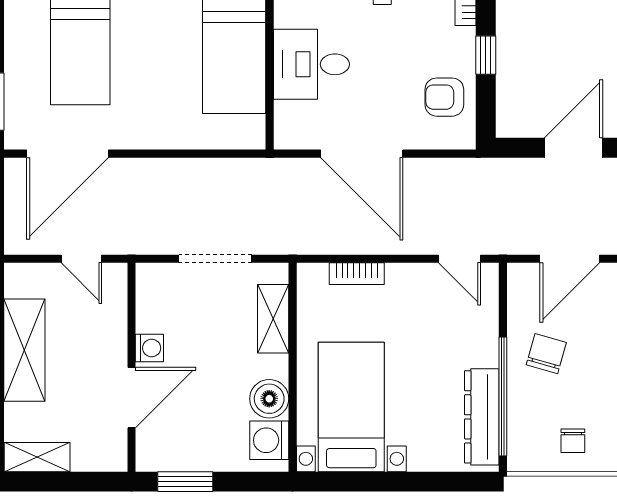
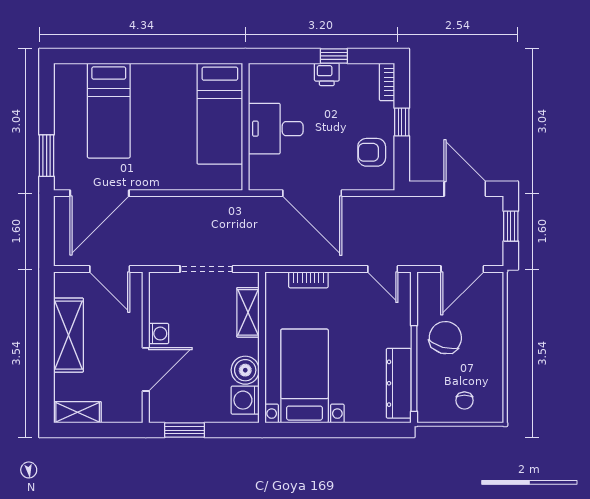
door: (573, 148) -> (465, 189), hinge flipped
door: (81, 259) -> (110, 269), width x1.38
chair: (546, 354) -> (445, 338), width x1.37, depth x1.37

